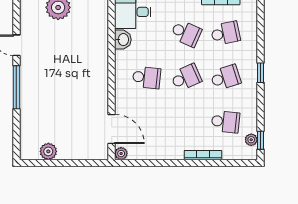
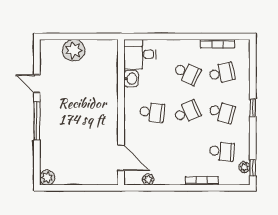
school desk: (225, 77) -> (222, 112), turned 33
plant: (48, 151) -> (47, 178), moved
plant: (121, 154) -> (148, 179), moved

